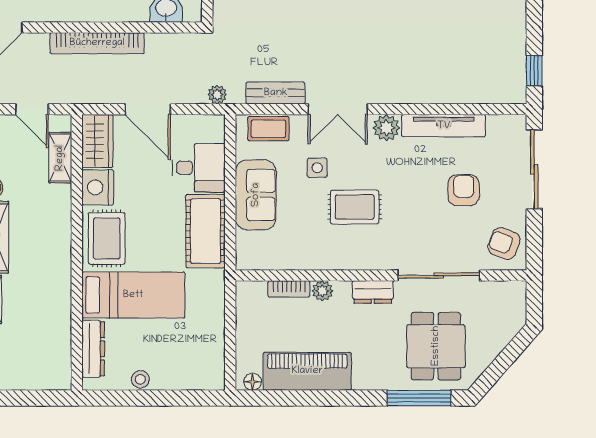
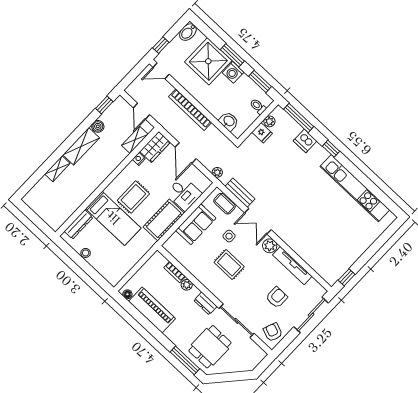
nightstand: (98, 187) -> (139, 159), width x0.53, depth x0.56
rug: (107, 238) -> (133, 197), moved

